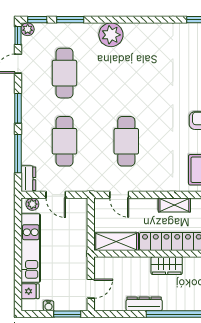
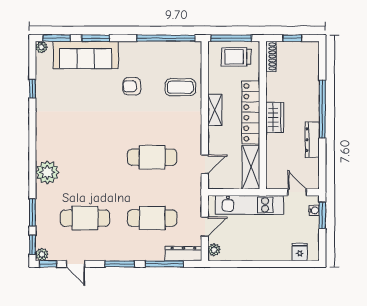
dresser: (28, 179) -> (183, 254), width x1.44
kitchen unit: (31, 248) -> (250, 205), moved, turned 180
water cooler: (49, 306) -> (314, 210), moved

